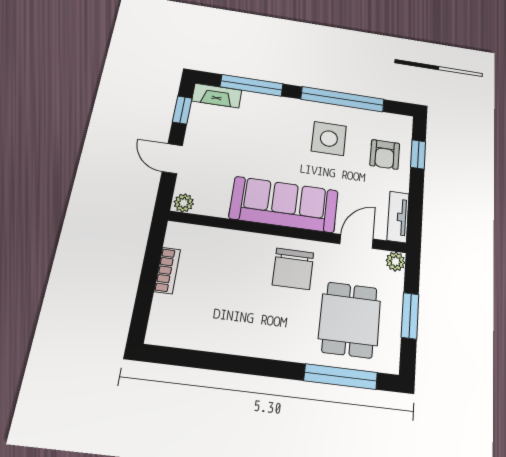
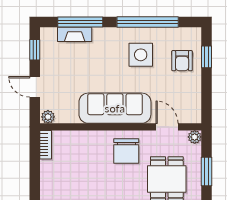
fireplace: (217, 96) -> (75, 34), moved
tv unit: (398, 217) -> (194, 106), removed
door: (357, 241) -> (167, 127), hinge flipped
bookcase: (167, 270) -> (46, 145), moved

